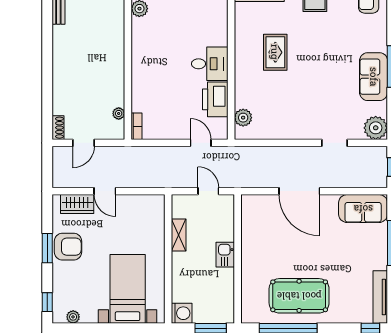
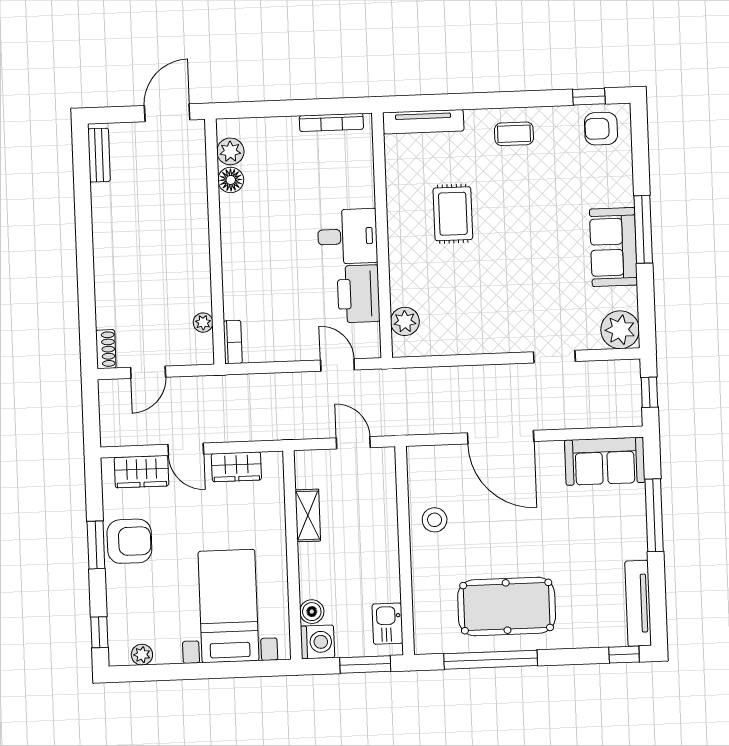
floor lamp: (139, 26) -> (231, 180), added
wardrobe: (136, 203) -> (236, 467), added
stool: (257, 241) -> (435, 520), added
kitchen sink: (225, 255) -> (388, 624), moved
boiler: (179, 294) -> (312, 612), added

